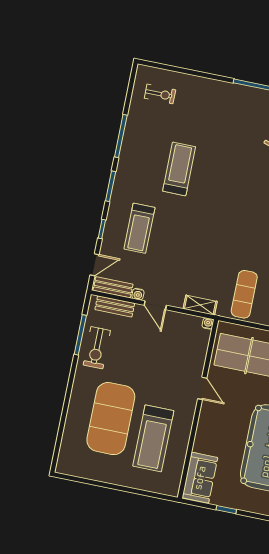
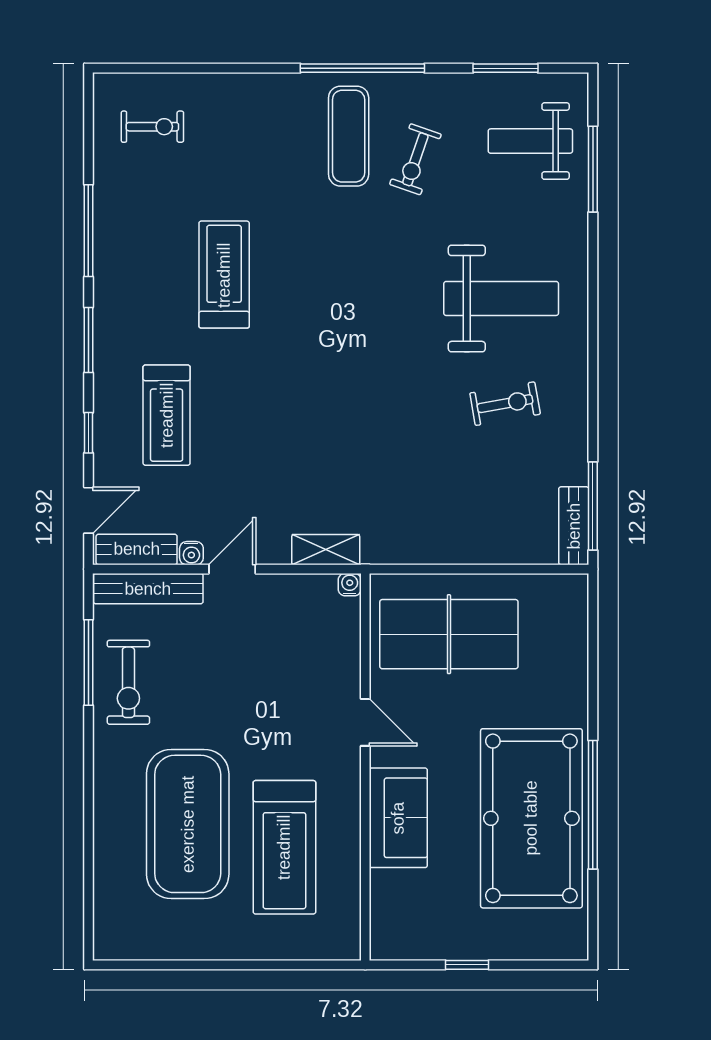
exercise mat: (244, 294) -> (349, 136), moved
door: (155, 305) -> (232, 569), swing flipped
bench: (115, 306) -> (148, 589), width x1.36
sofa: (200, 478) -> (398, 818), moved

